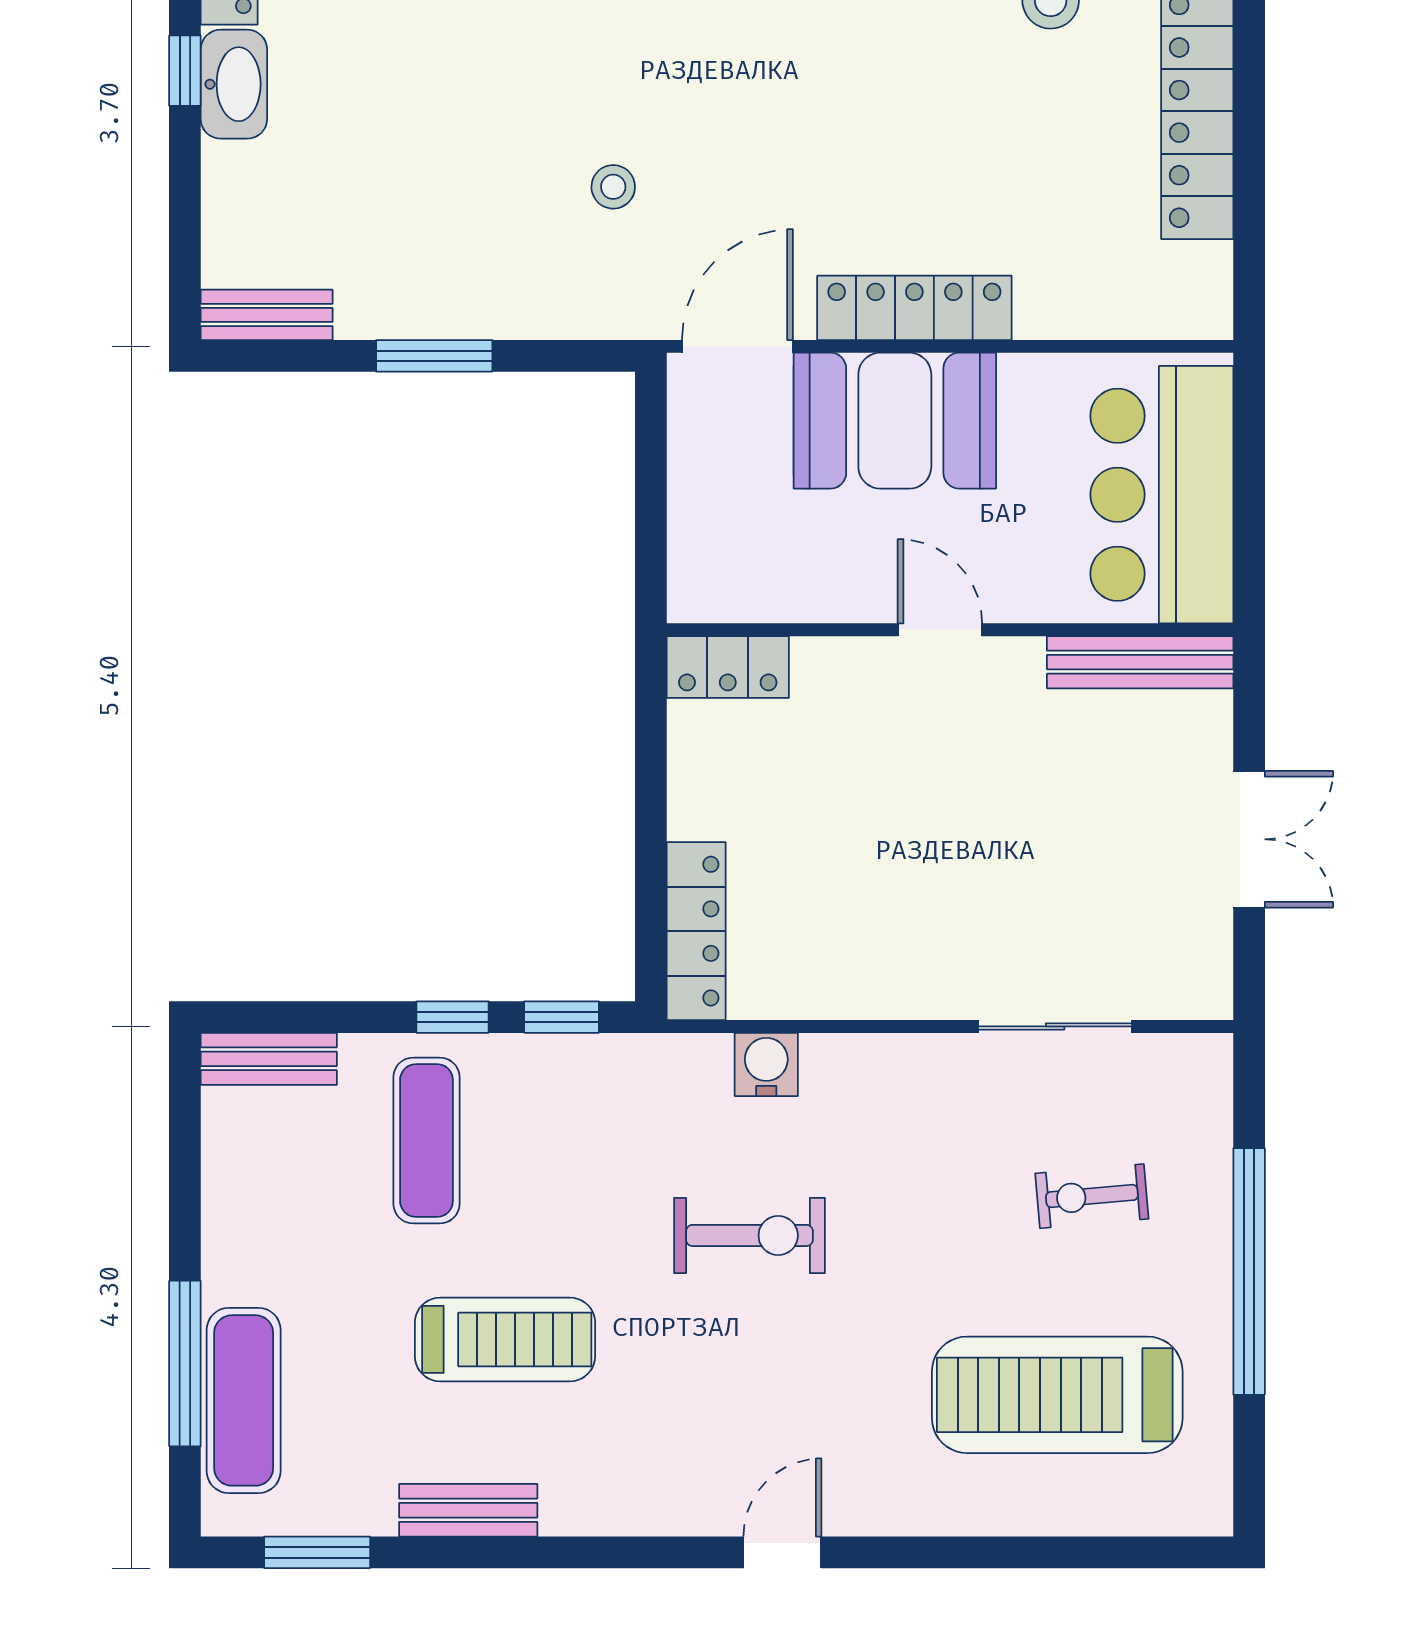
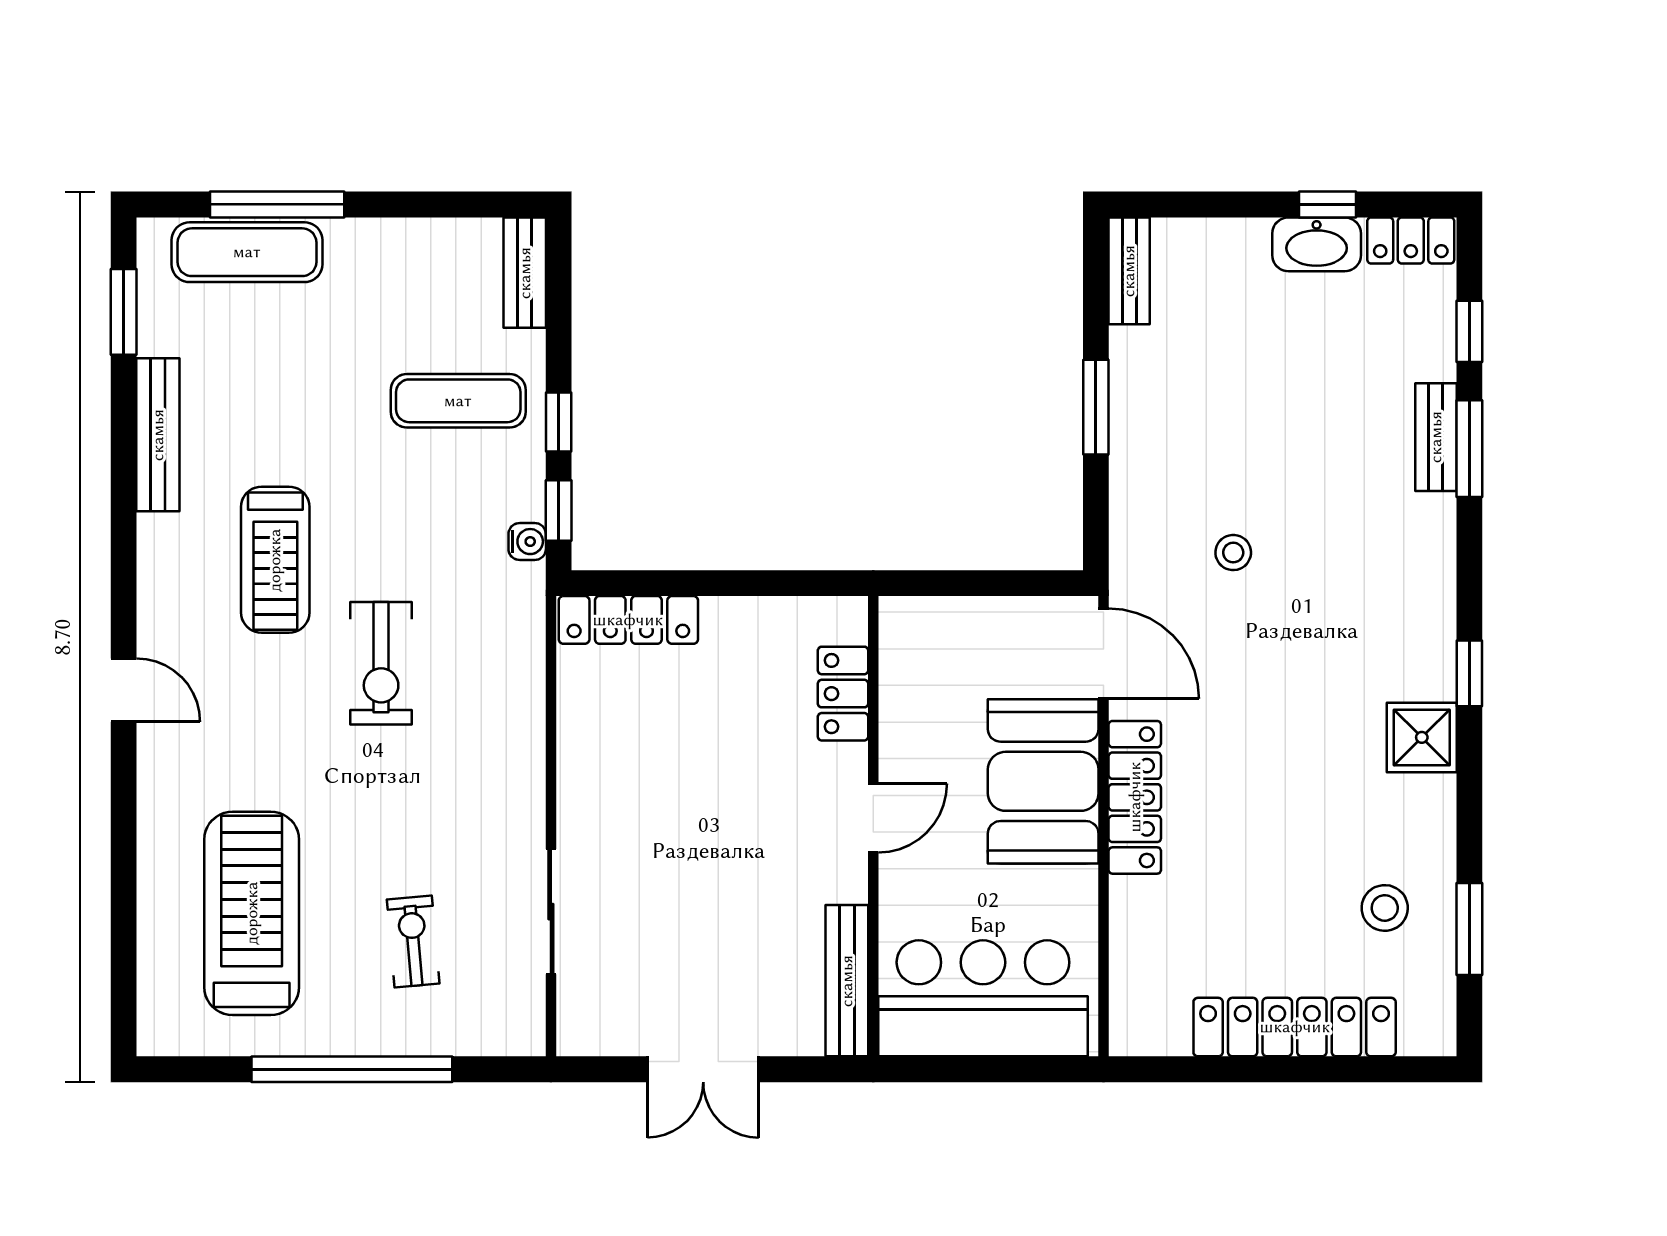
locker: (728, 667) -> (843, 694), moved
water cooler: (766, 1064) -> (527, 542), moved, width x0.72, depth x0.72
treadmill: (505, 1339) -> (275, 560), moved
bench: (468, 1510) -> (158, 435), width x1.36

